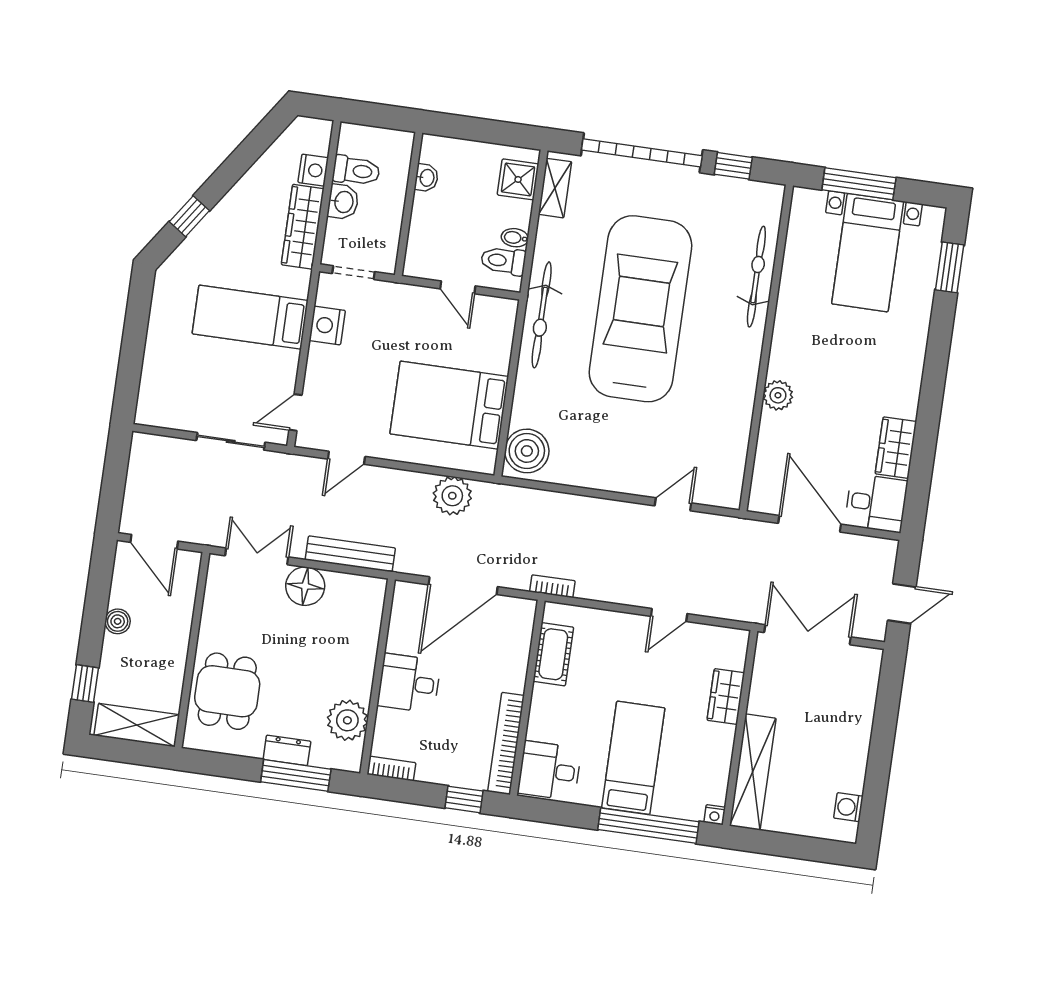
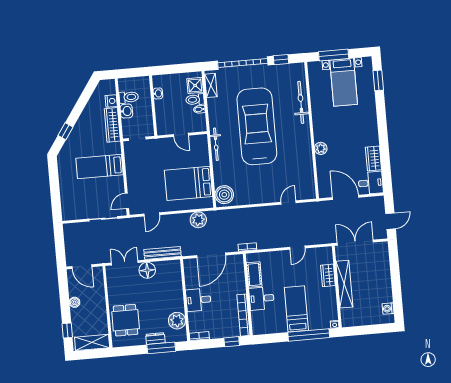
toilet: (503, 261) -> (195, 100), moved
bicycle: (542, 315) -> (216, 144), width x0.73, depth x0.71
nightstand: (327, 325) -> (132, 163), removed
desk: (550, 771) -> (262, 298), moved
shelving: (753, 772) -> (344, 284), moved

